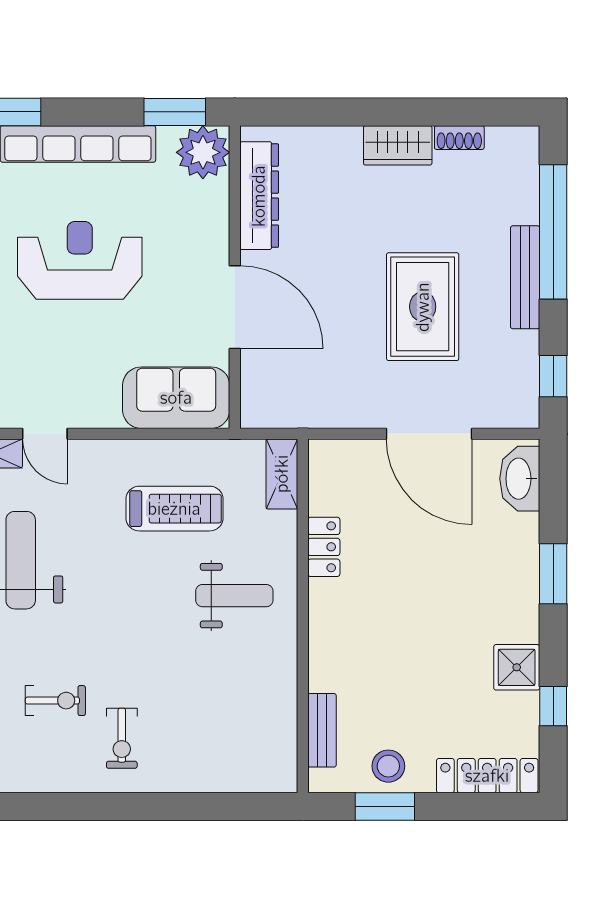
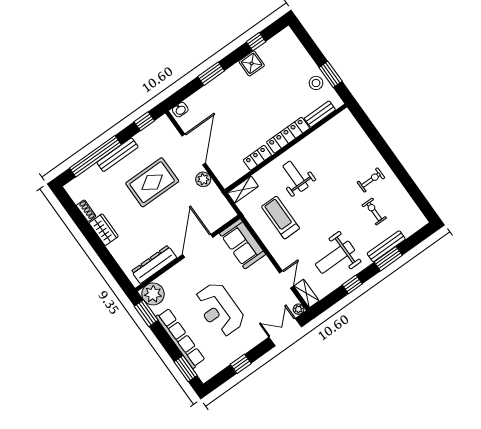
plant: (357, 411) -> (203, 179), added
washbasin: (520, 479) -> (180, 110), width x0.52, depth x0.69
locker: (487, 776) -> (288, 135), moved, turned 90

